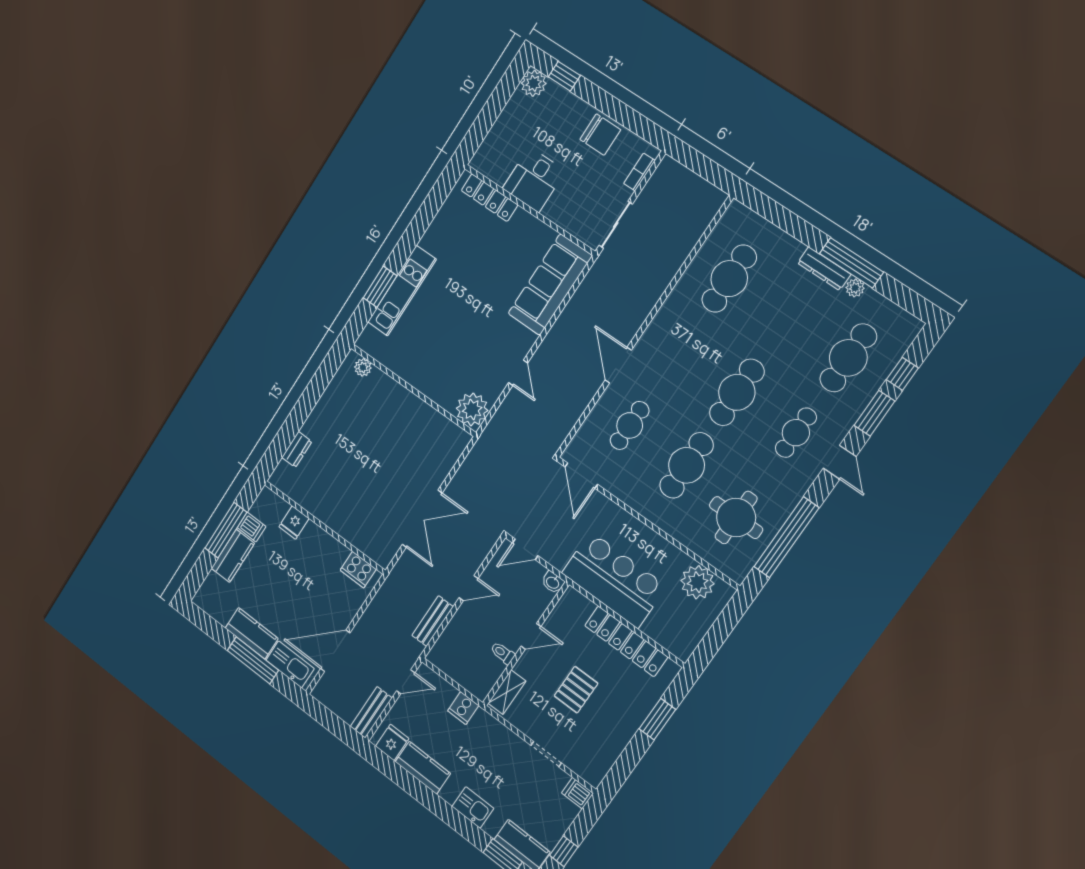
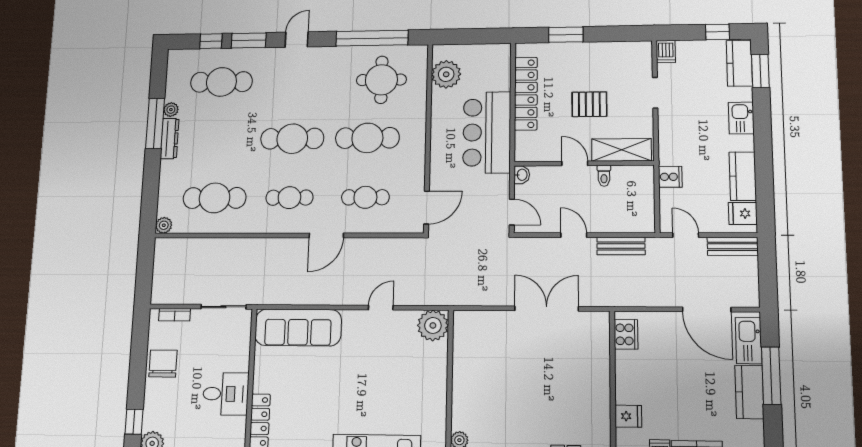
plant: (736, 211) -> (164, 225), added
cafe table: (796, 433) -> (289, 198), moved
shelving: (507, 692) -> (621, 150), width x1.50, depth x1.33

